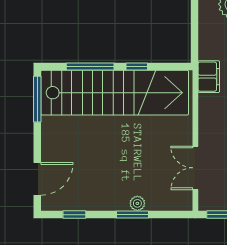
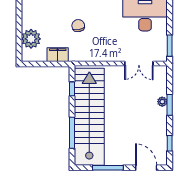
window: (137, 66) -> (72, 89), moved
filing cabinet: (209, 77) -> (58, 55), moved
window: (37, 99) -> (108, 168), moved

